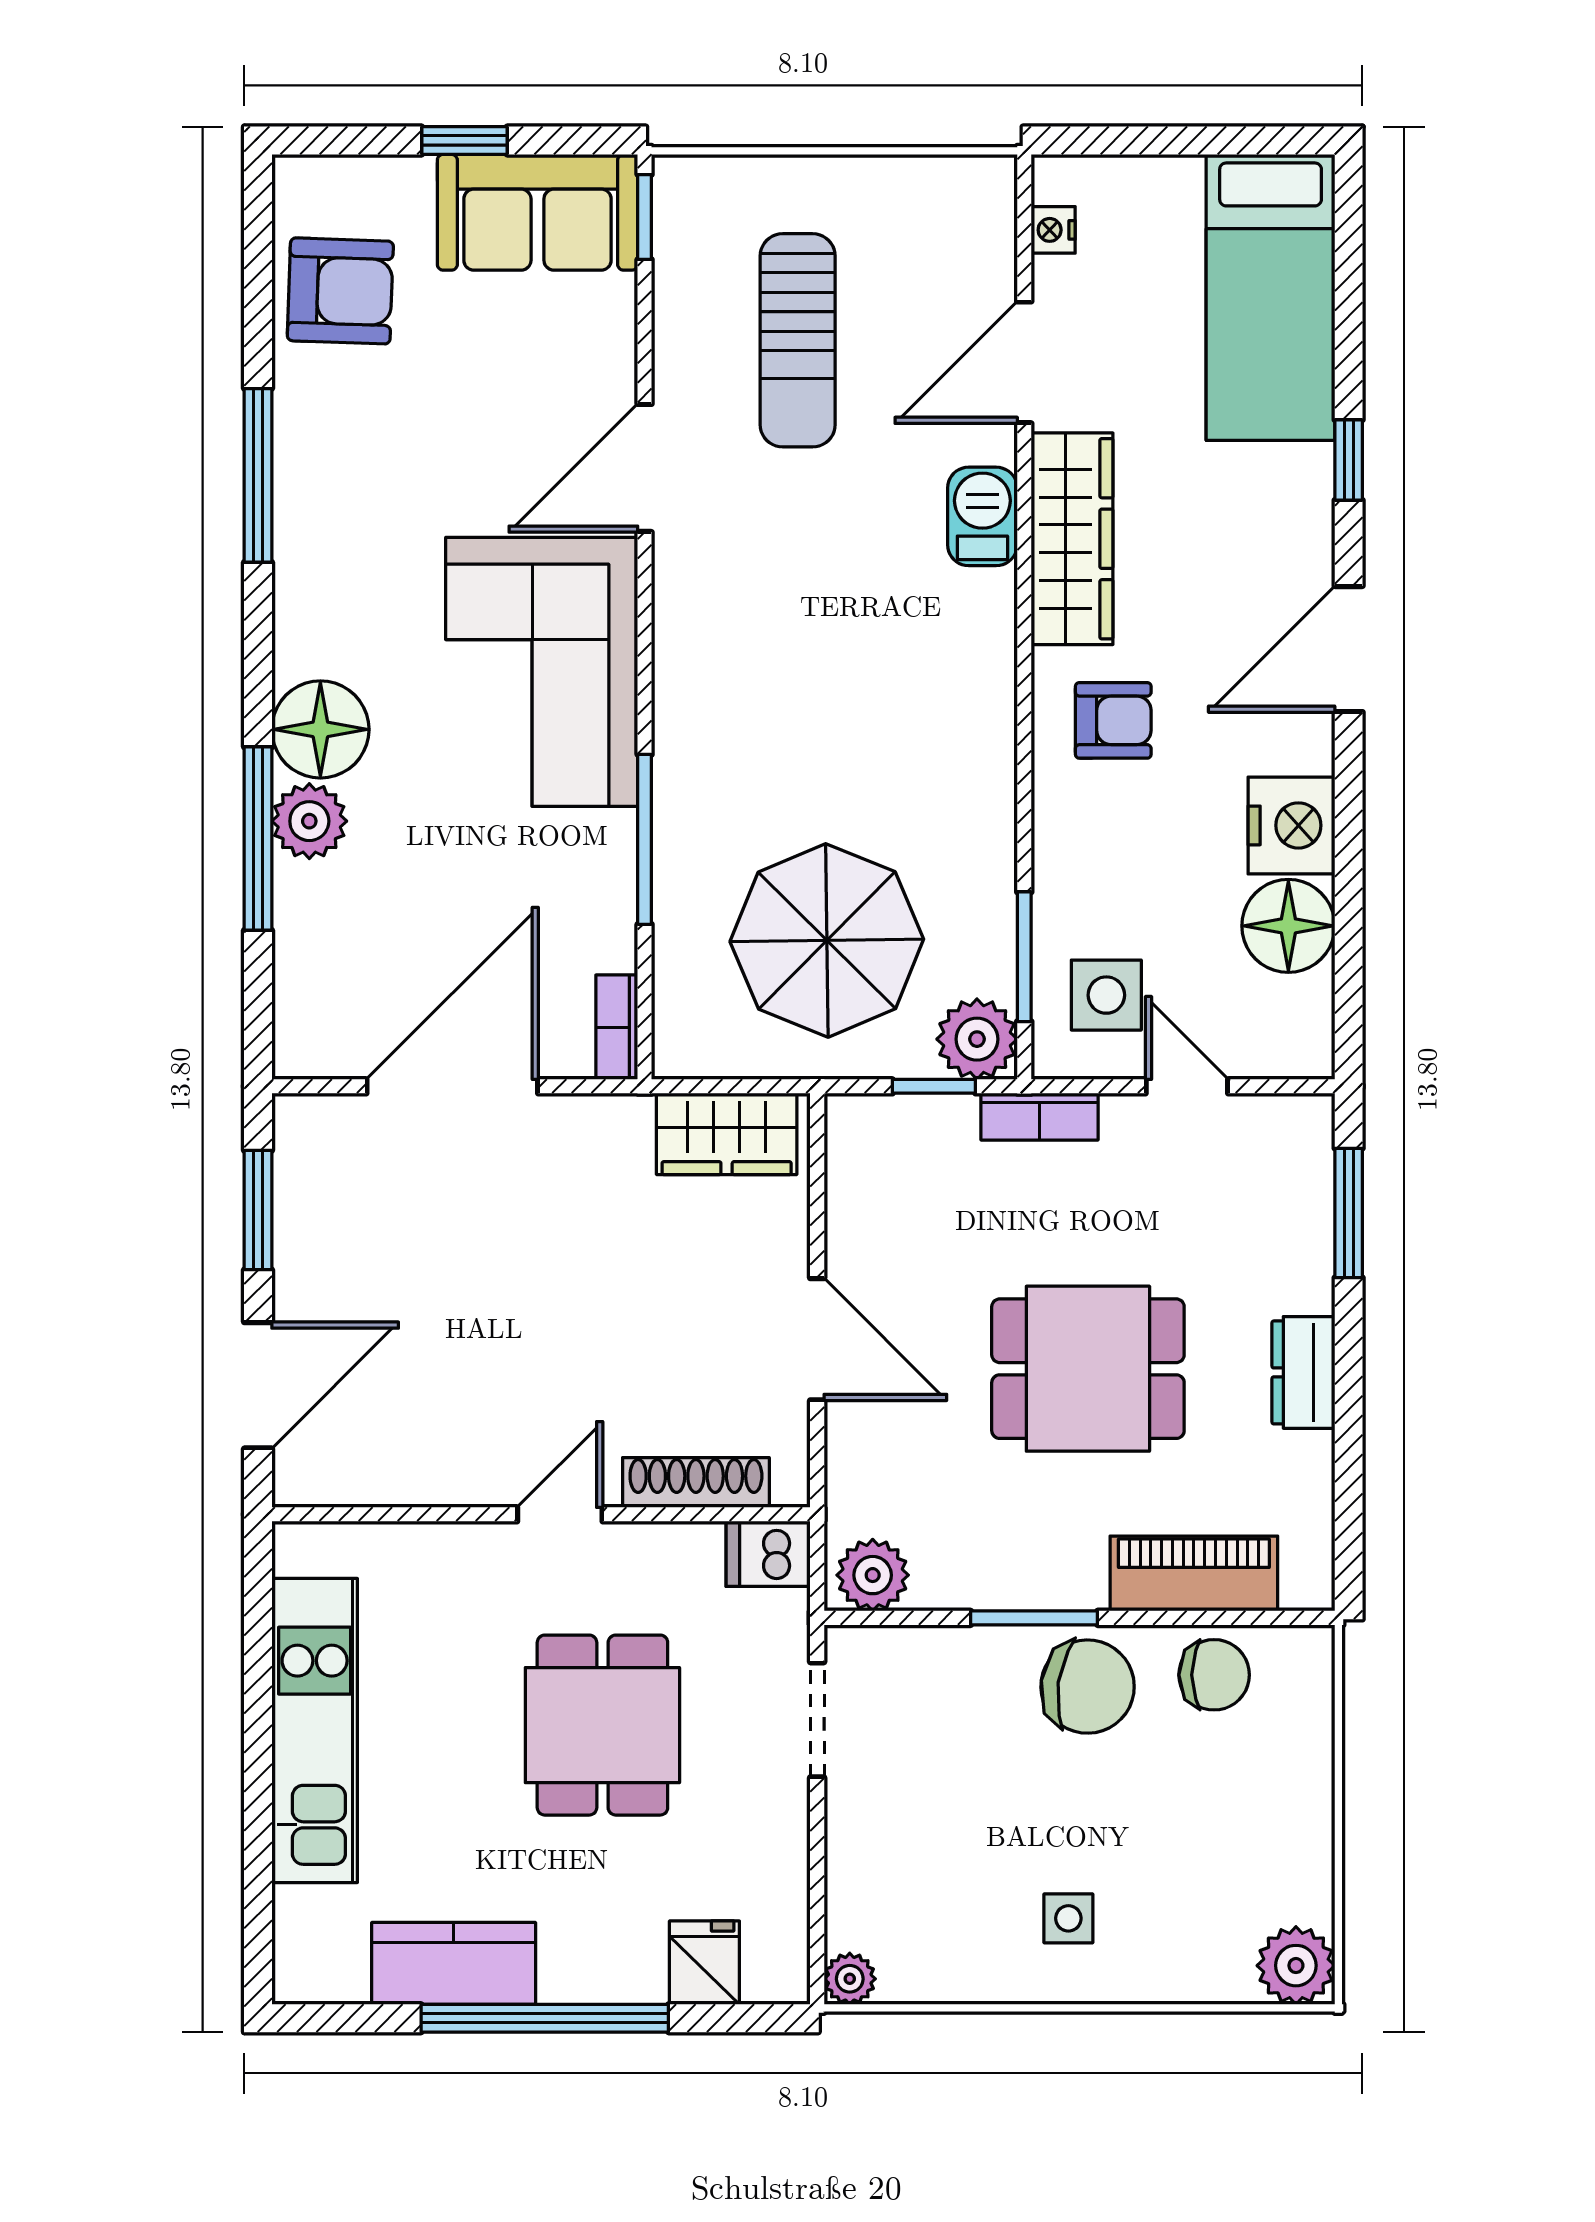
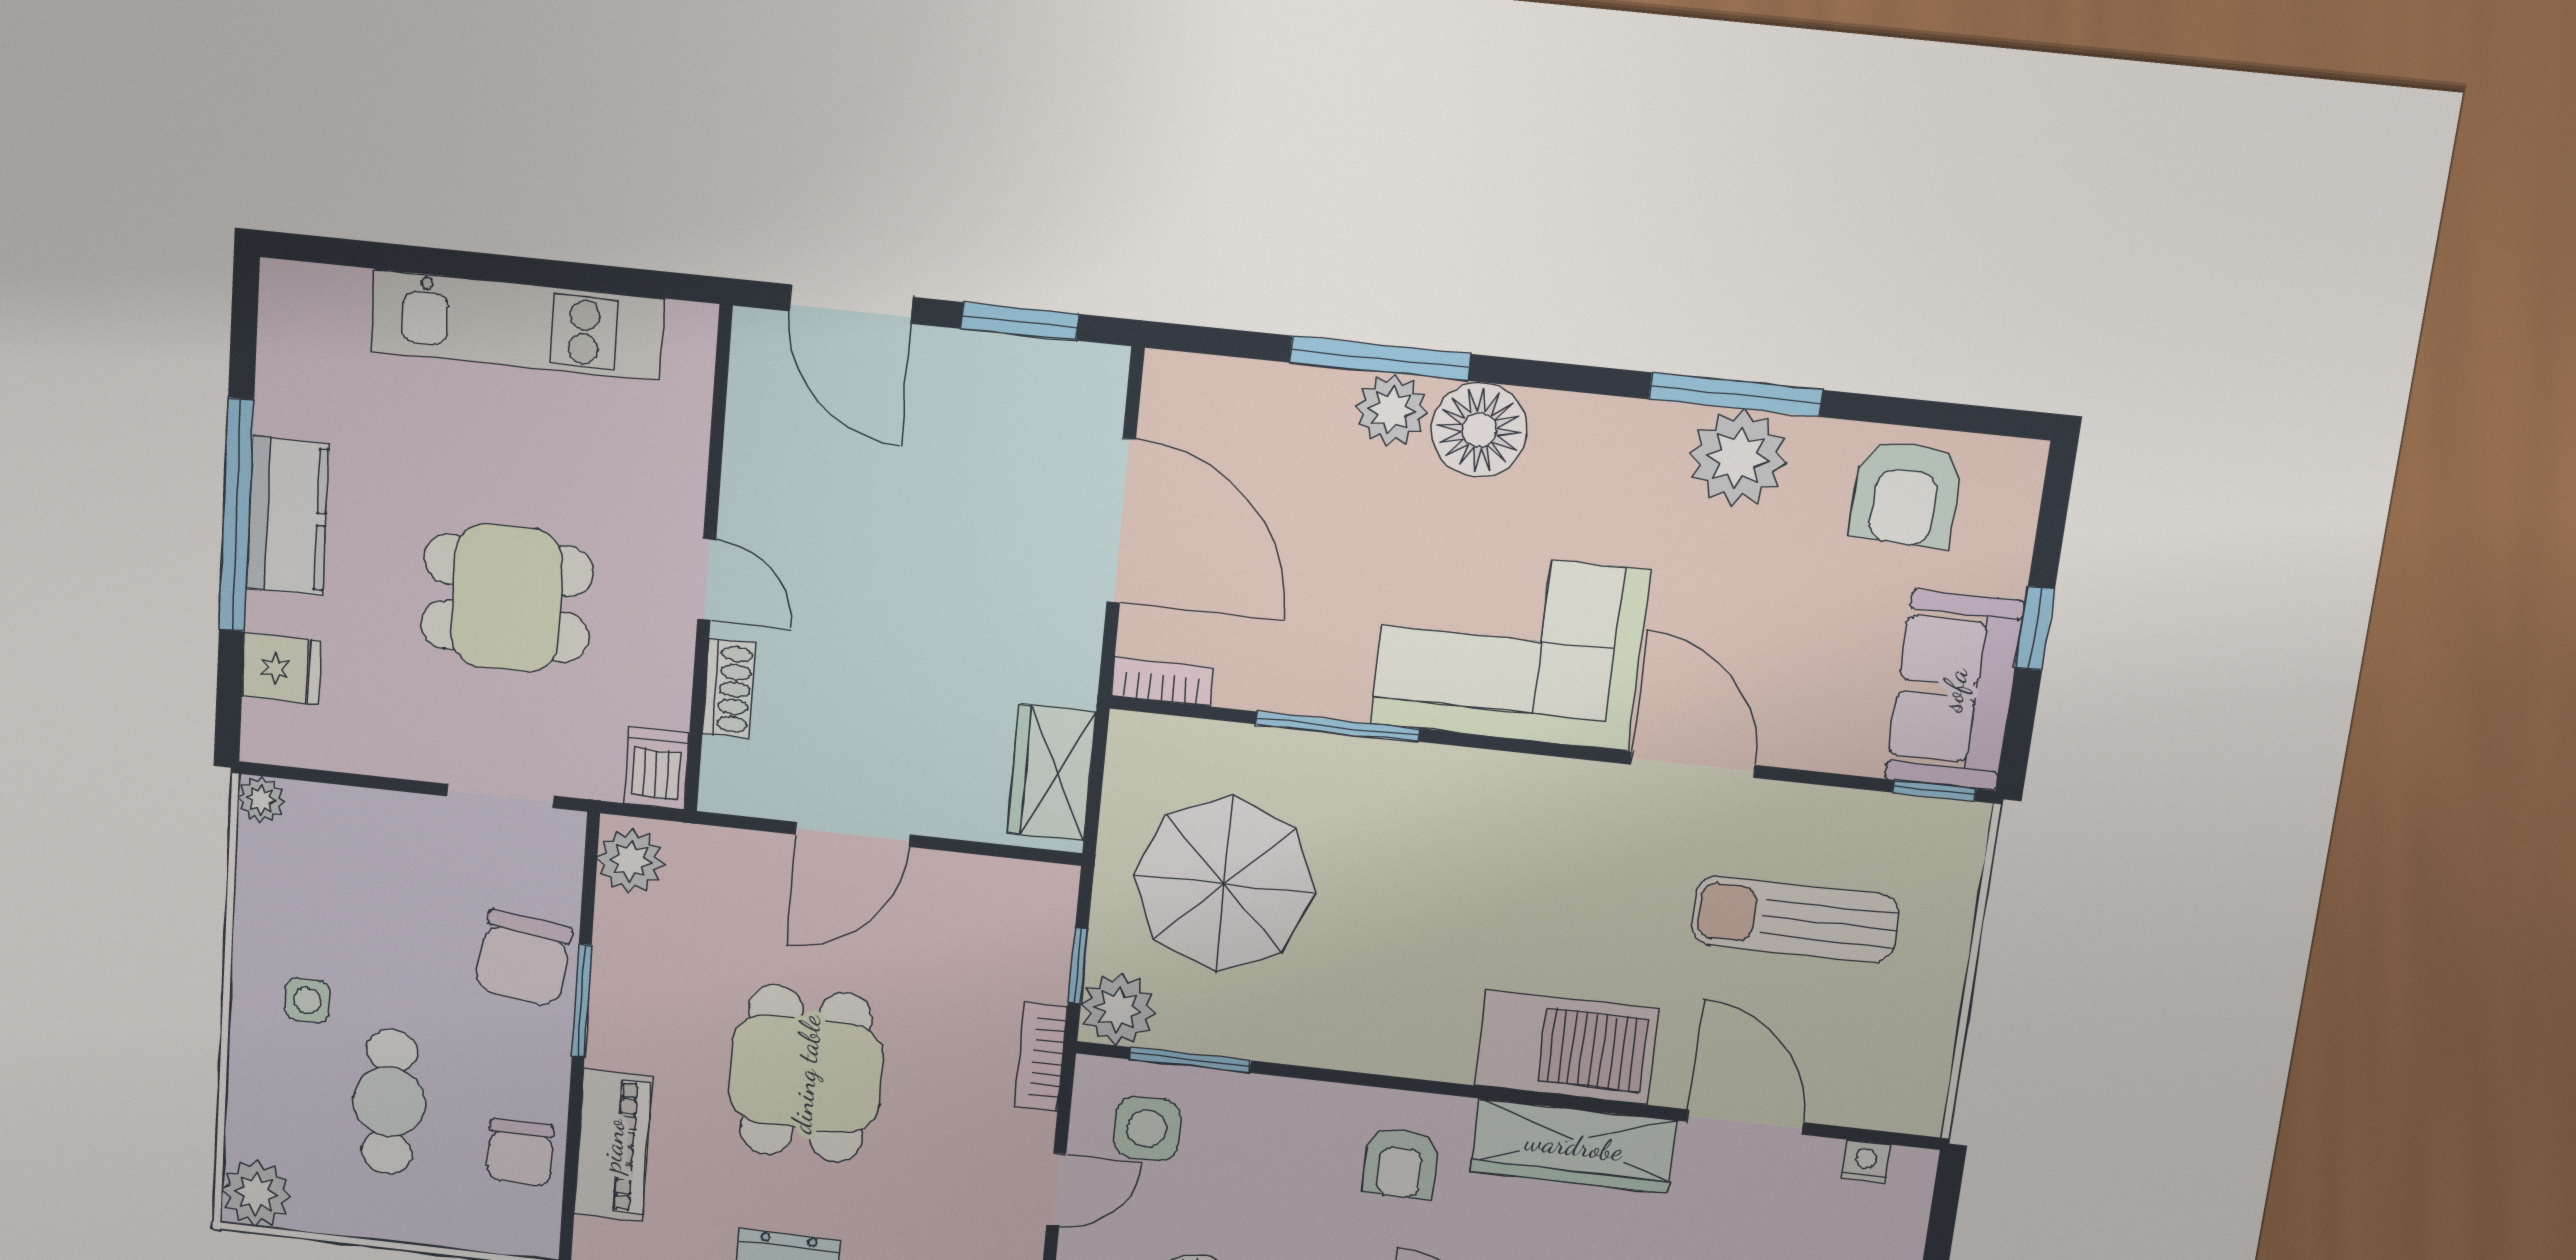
plant: (322, 464) -> (1738, 458), added
barbecue: (982, 516) -> (1567, 1047), width x1.88, depth x1.53
shoe rack: (696, 1482) -> (729, 689), width x0.70
chair: (1088, 1687) -> (523, 959), moved
cafe table: (1173, 1822) -> (389, 1102), added
kitchen counter: (454, 1963) -> (288, 516), moved

